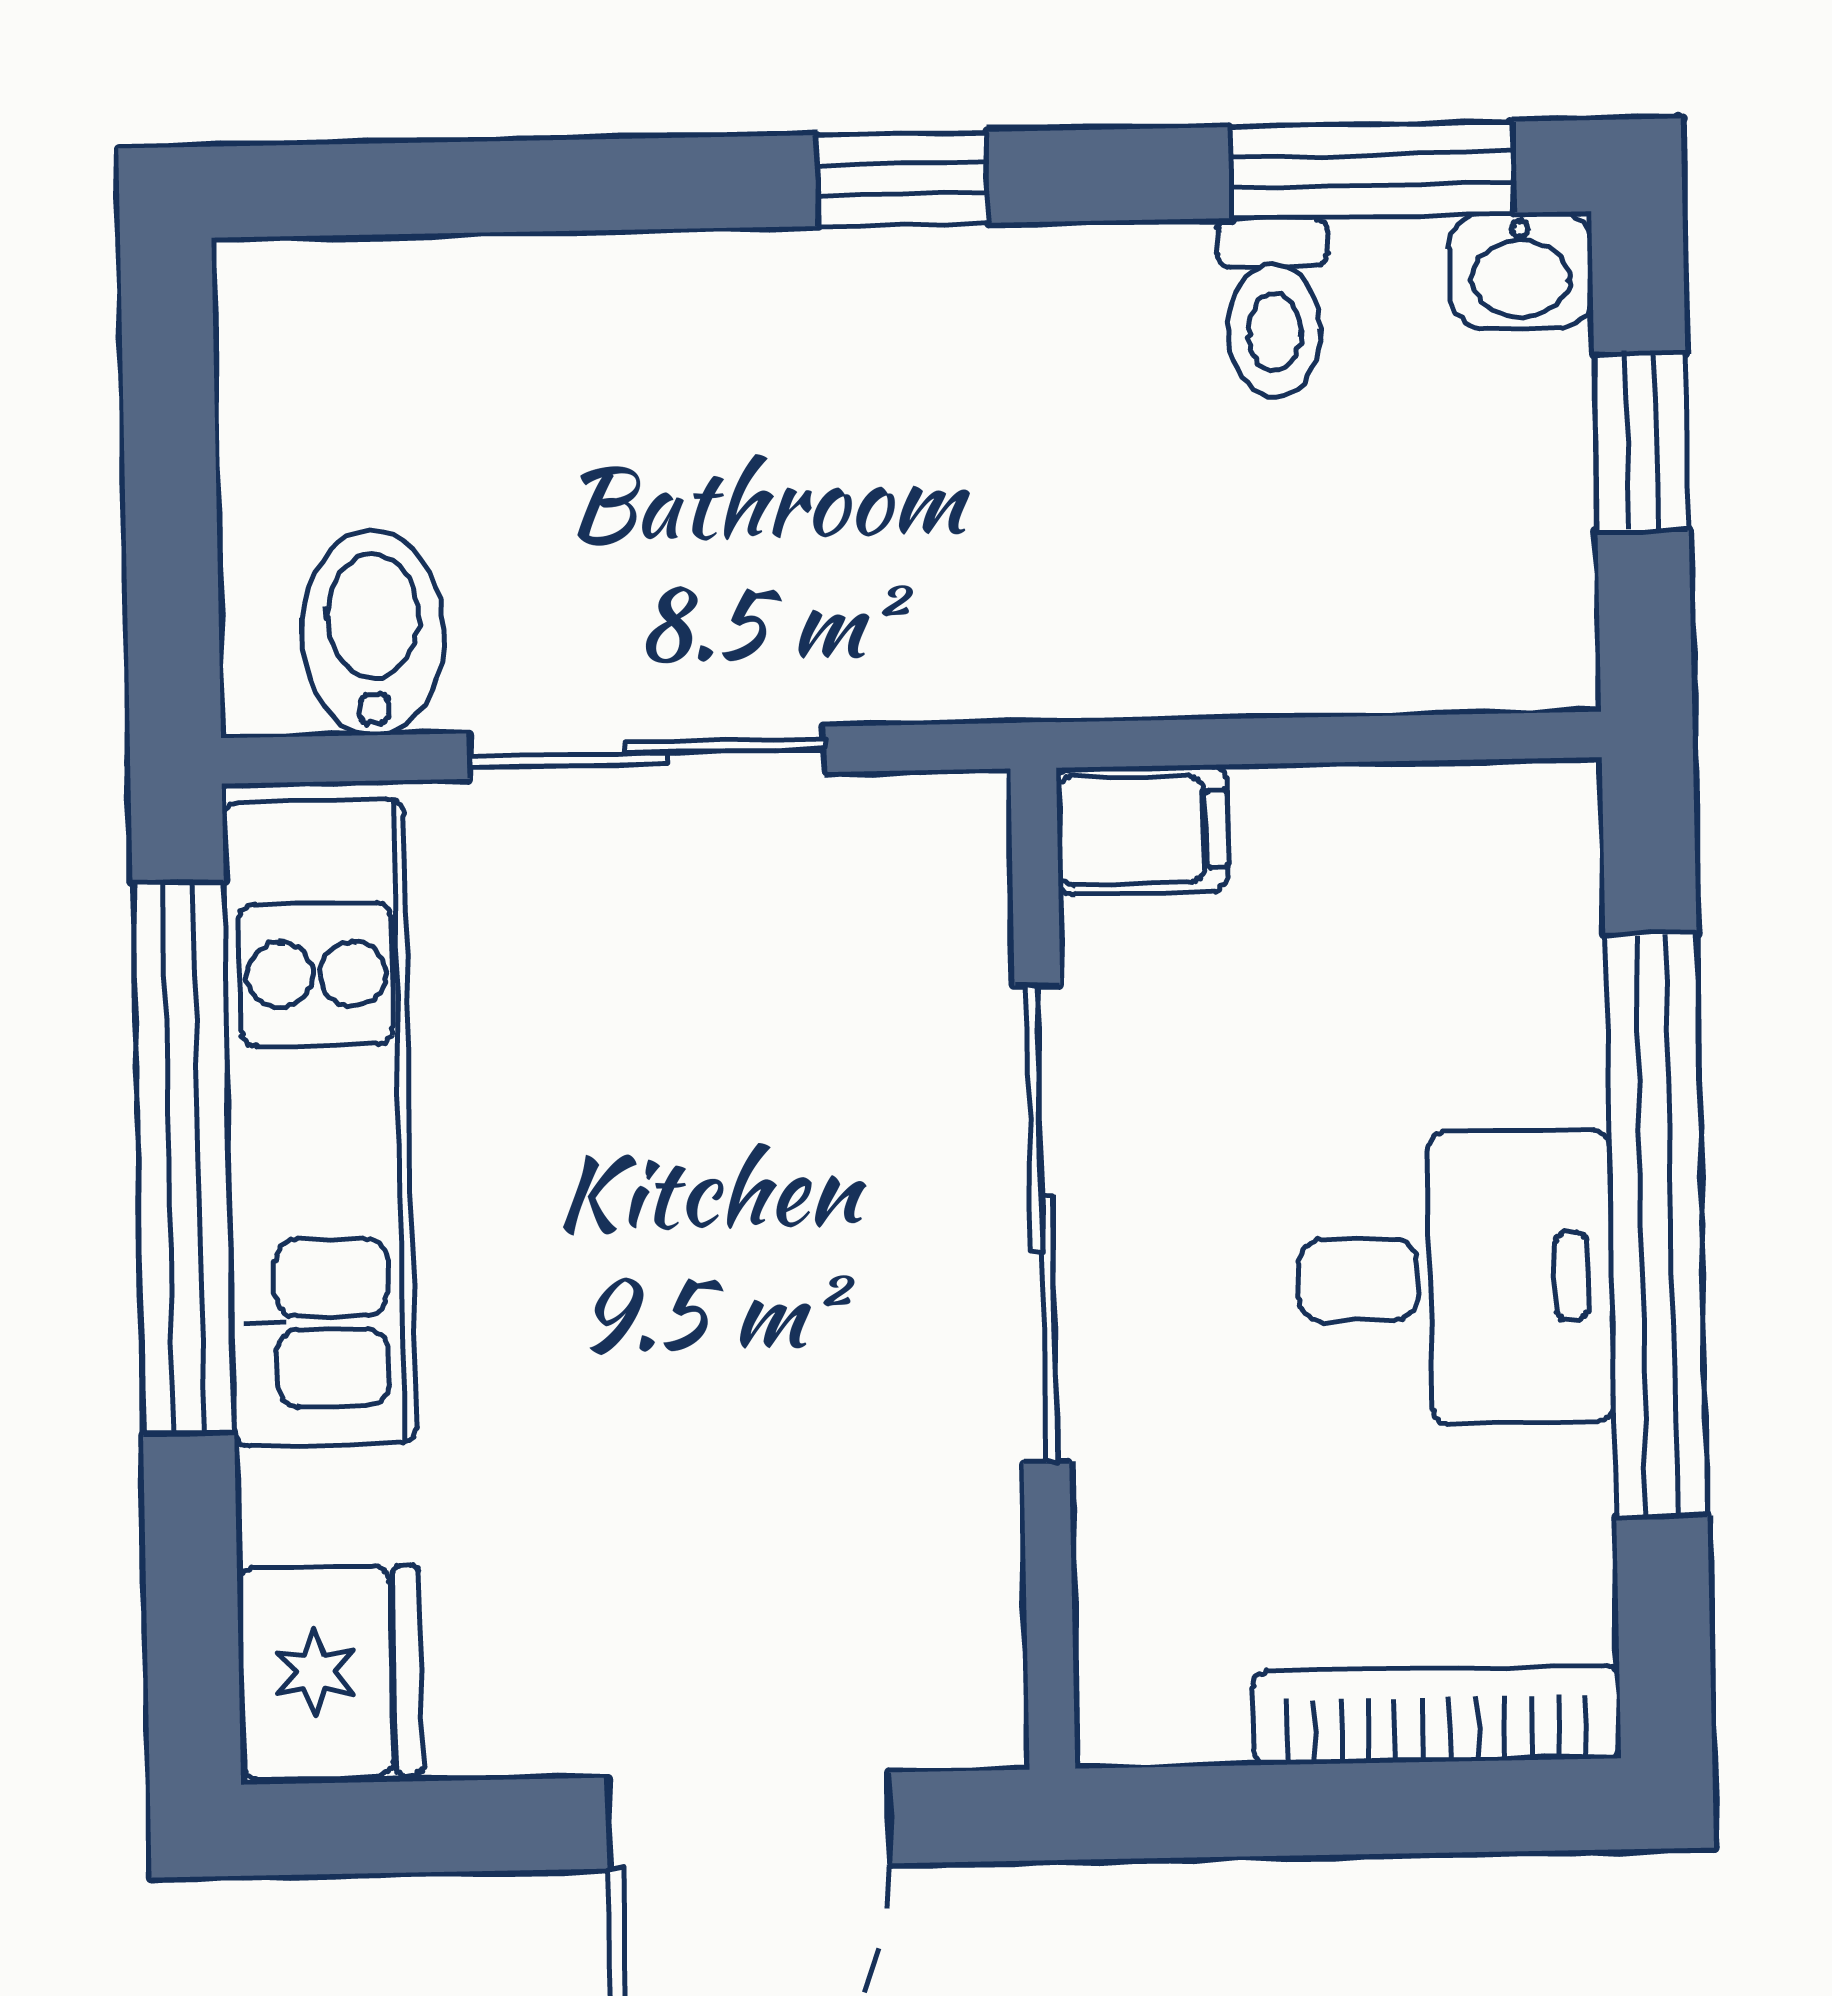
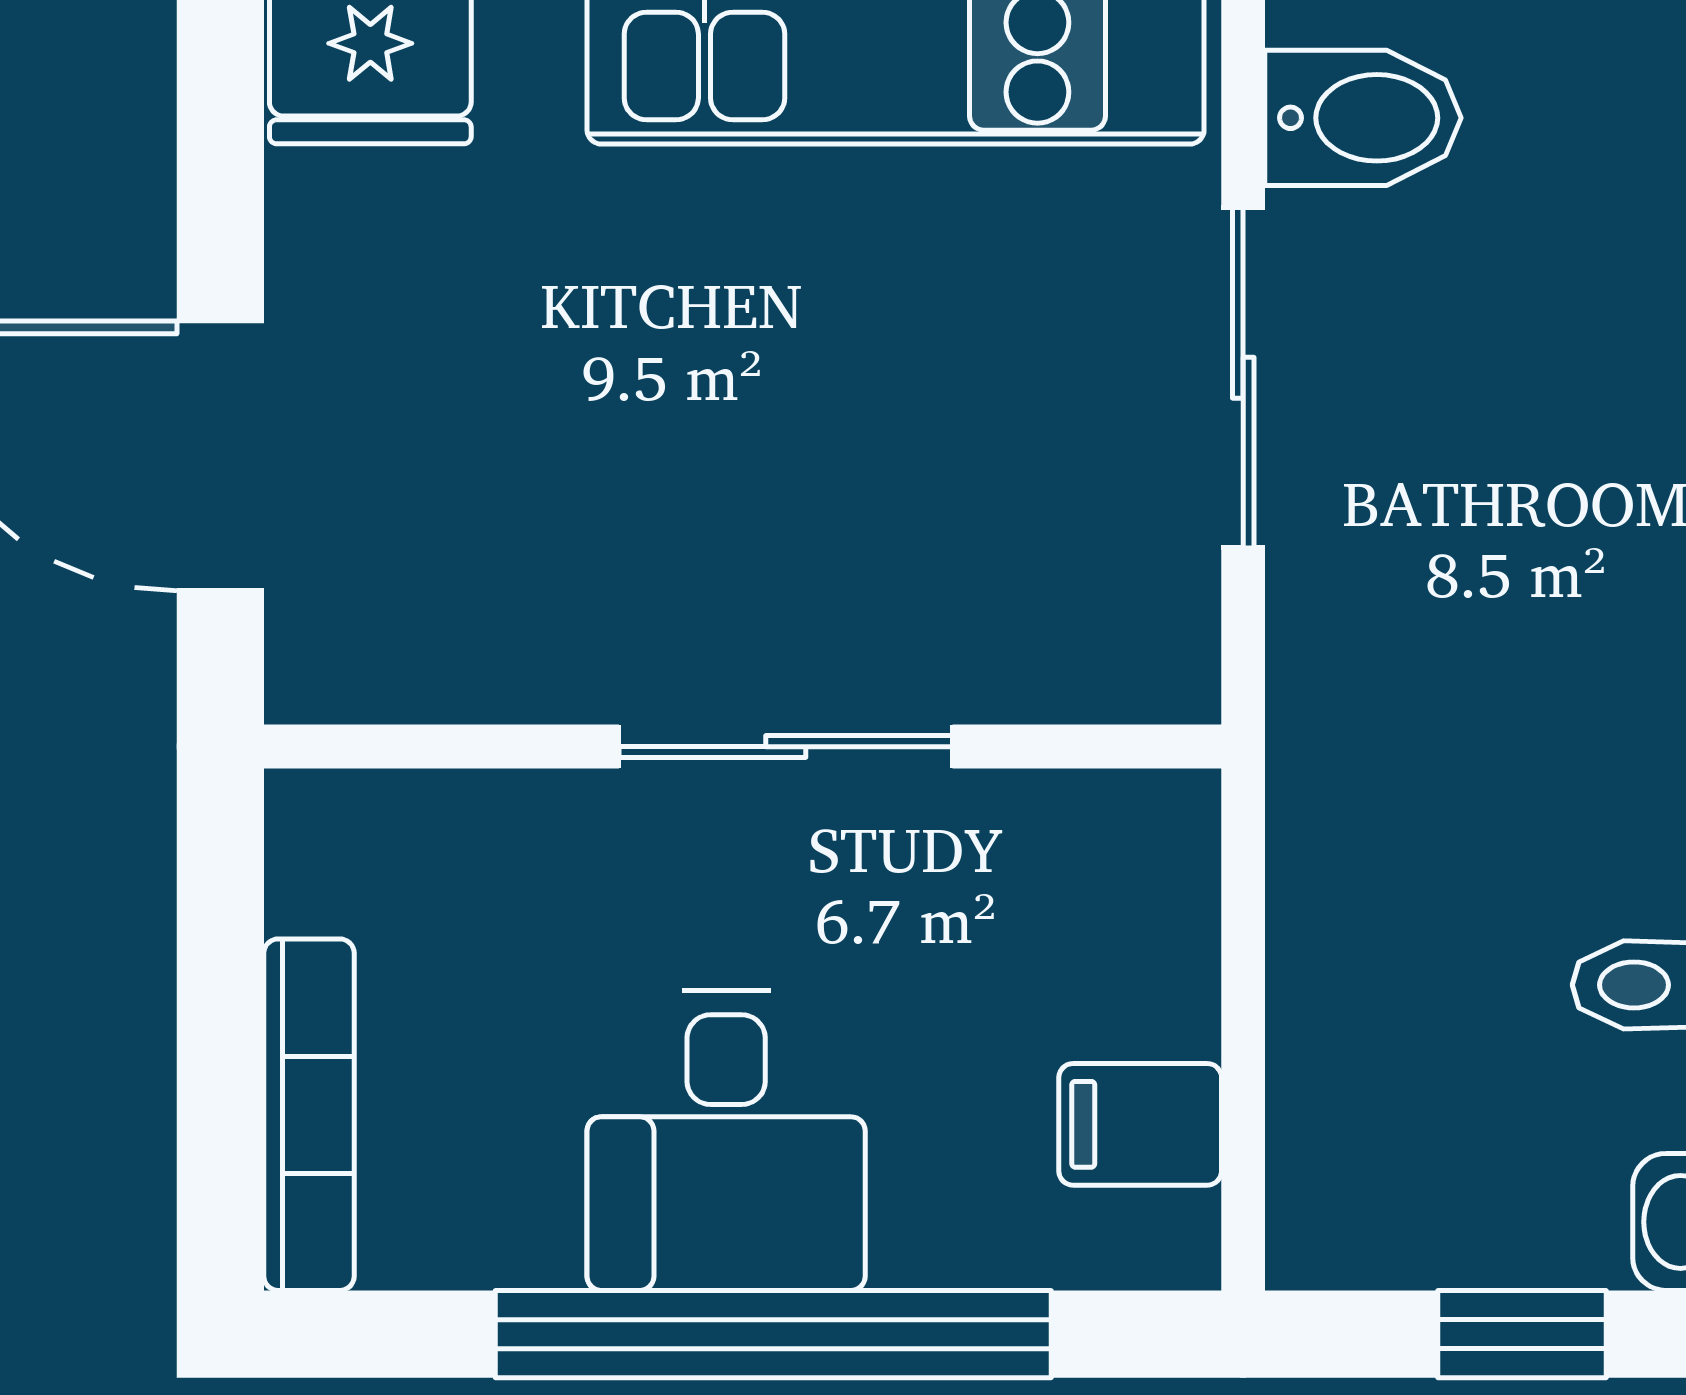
filing cabinet: (1142, 830) -> (1140, 1124), moved, turned 90
sliding door: (1042, 1224) -> (786, 747), width x0.73

